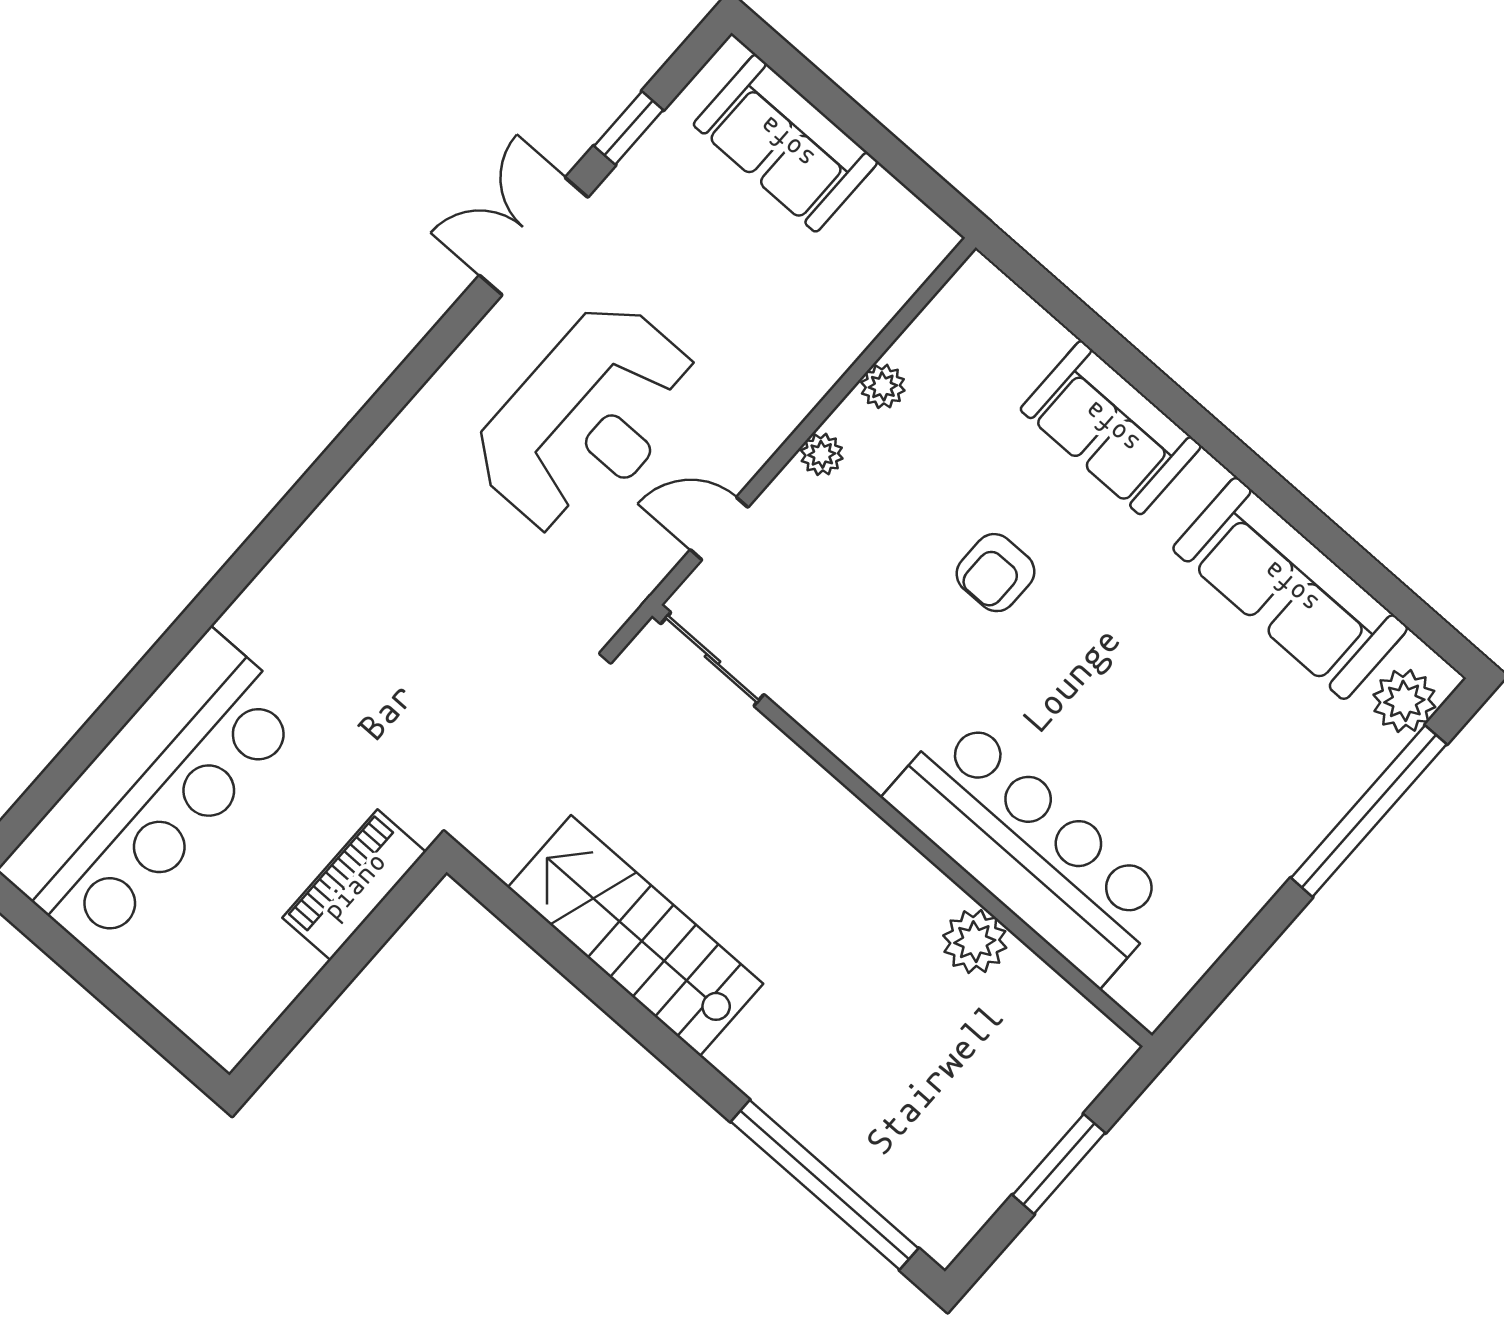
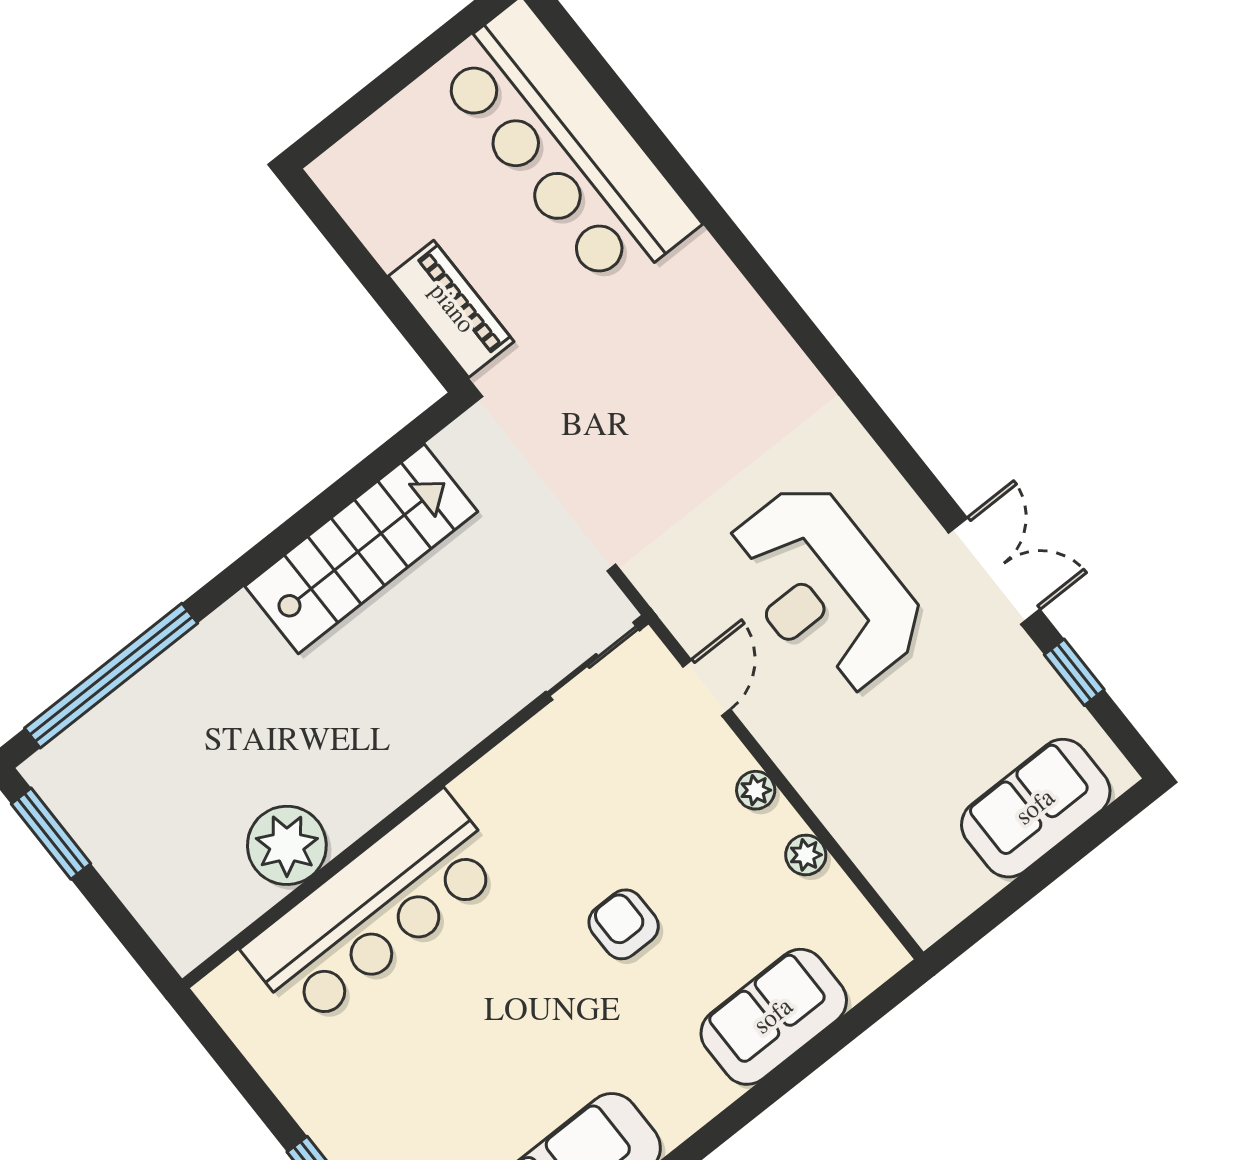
sofa: (1111, 428) -> (774, 1017), moved
plant: (975, 942) -> (287, 845), width x1.36, depth x1.36
window: (1059, 1164) -> (51, 834), moved

